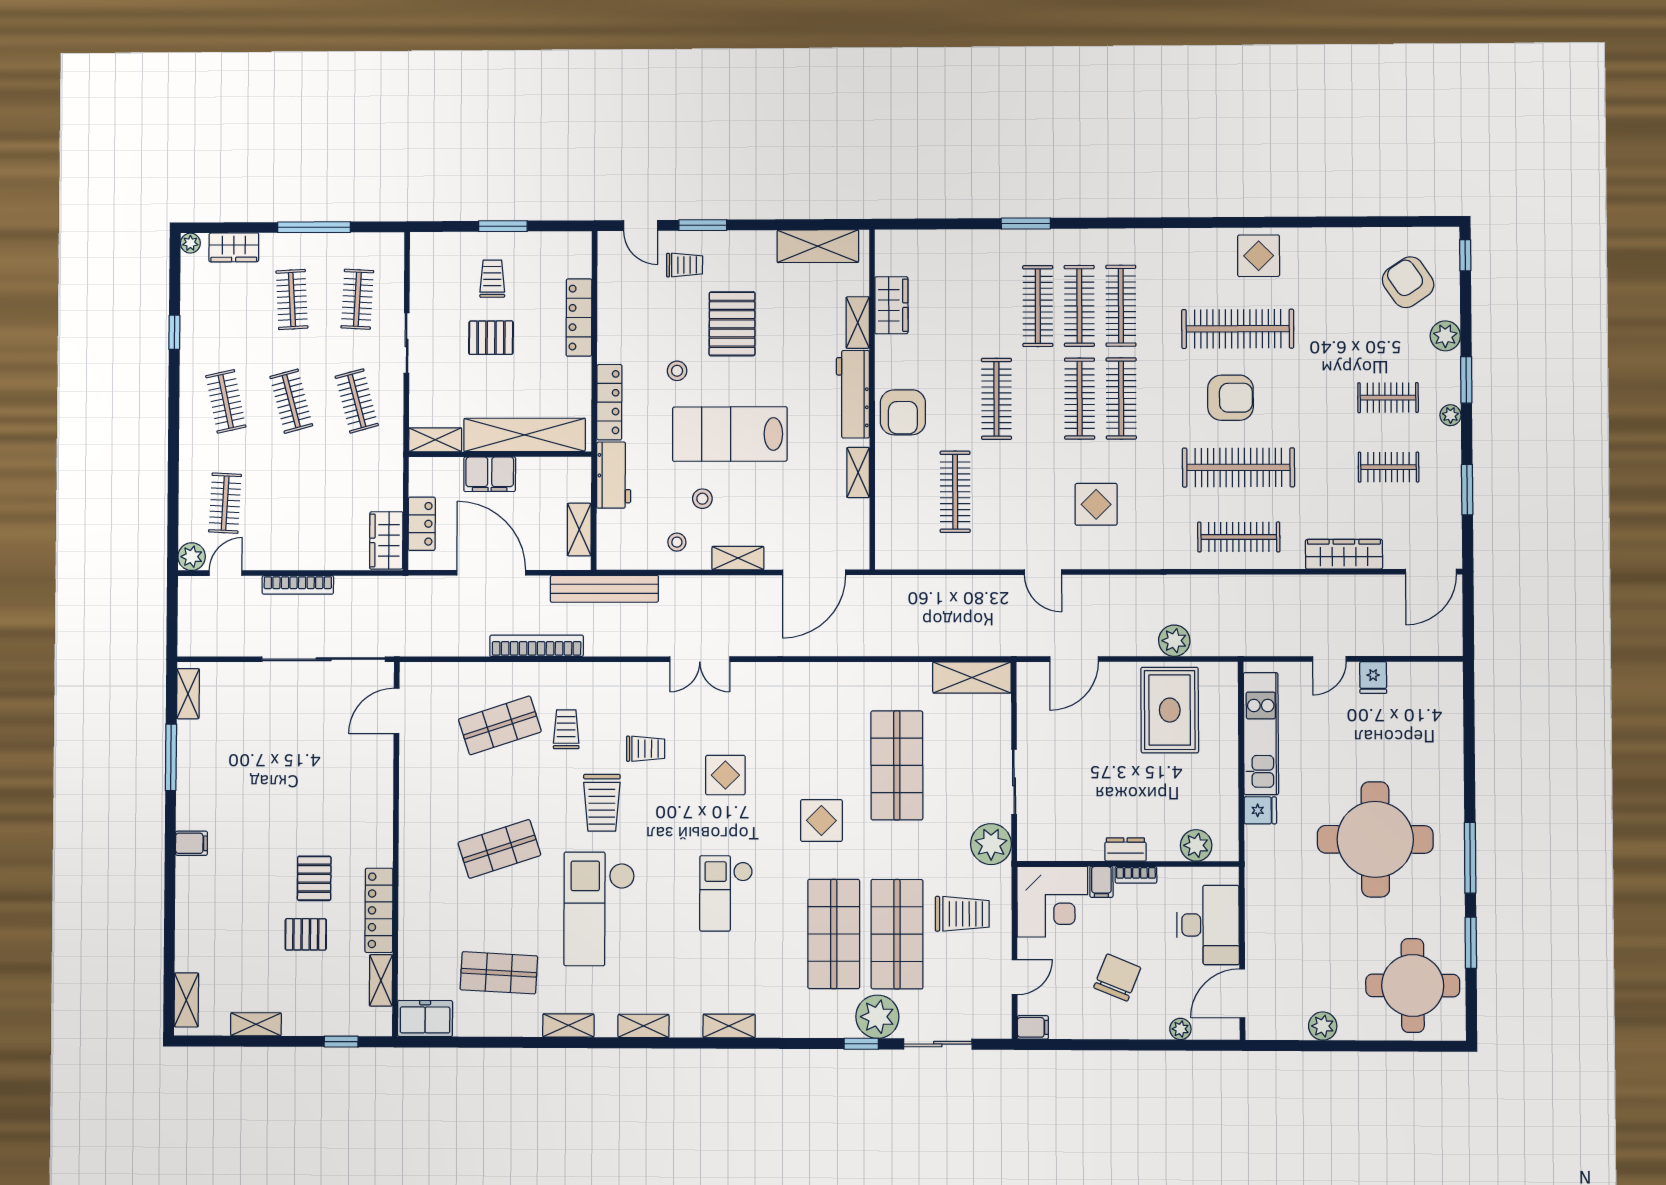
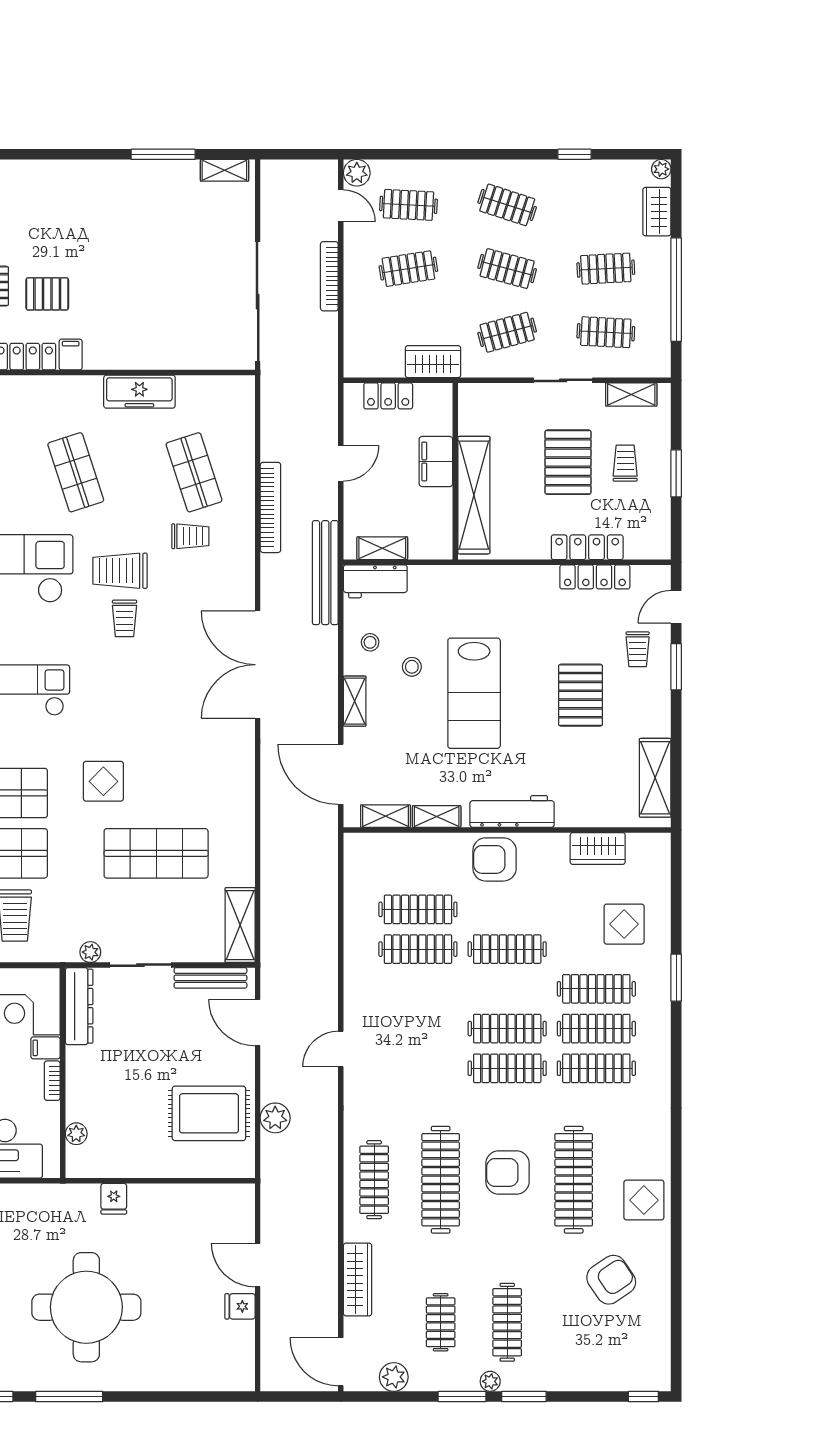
window: (314, 227) -> (676, 290), width x1.46
trolley: (492, 279) -> (625, 463), turned -90
armchair: (1408, 282) -> (611, 1280), moved
shelving: (858, 323) -> (385, 816), moved
pallet: (732, 324) -> (580, 695), turned 90
plant: (1445, 336) -> (394, 1377), moved
pallet: (491, 338) -> (568, 462), width x1.50, depth x1.42
stool: (677, 371) -> (535, 642), removed
armchair: (1230, 398) -> (508, 1172), turned 90
clothes rail: (1388, 398) -> (507, 1322), width x1.36
clothes rail: (226, 401) -> (507, 205), turned 30
clothes rail: (291, 401) -> (507, 269), turned 30
locker: (609, 402) -> (595, 577), moved
lab bench: (730, 434) -> (474, 693), turned 180
shelving: (435, 440) -> (631, 394), moved, turned 90
workbench: (614, 475) -> (375, 581), moved
window: (1467, 490) -> (462, 1397), moved
clothes rail: (997, 492) -> (418, 949), added
clothes rail: (291, 503) -> (408, 269), added
display table: (1096, 504) -> (624, 924), moved
wardrobe: (386, 540) -> (433, 362), moved
door: (1043, 572) -> (341, 1049), moved
door: (491, 573) -> (341, 463), width x0.53
double door: (700, 659) -> (258, 665), width x1.87
door: (1329, 659) -> (258, 1265), width x1.38
bench: (1027, 708) -> (210, 978), added
door: (397, 711) -> (208, 373), removed
kitchen unit: (1261, 734) -> (187, 1200), removed
trolley: (646, 749) -> (125, 618), moved
display table: (725, 775) -> (147, 689), removed
freezer: (416, 782) -> (139, 392), added
filing cabinet: (191, 843) -> (71, 354), moved, turned 180
plant: (991, 844) -> (90, 952), width x0.53, depth x0.53
plant: (1196, 845) -> (76, 1134), width x0.73, depth x0.73
dresser: (1126, 849) -> (79, 1006), moved, width x1.96, depth x1.24

